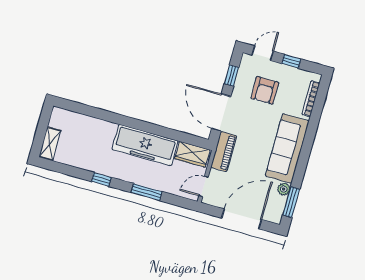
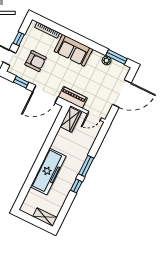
freezer: (145, 145) -> (48, 171), moved
sofa: (287, 148) -> (73, 50), width x0.73
door: (204, 186) -> (94, 116), hinge flipped
window: (146, 192) -> (86, 166), moved
door: (242, 219) -> (122, 94), swing flipped

